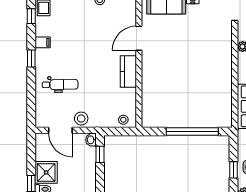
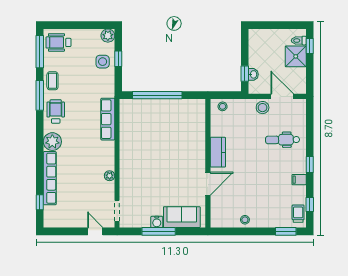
washbasin: (91, 140) -> (253, 74), moved

